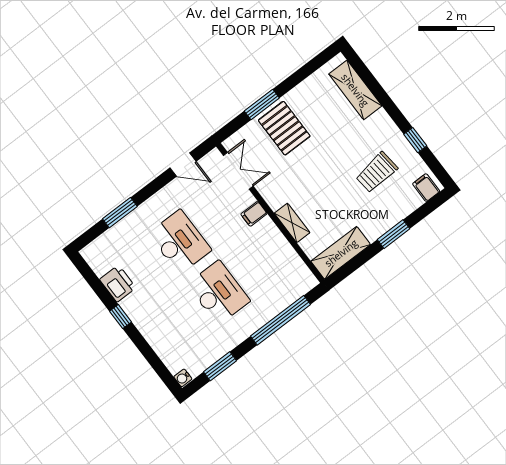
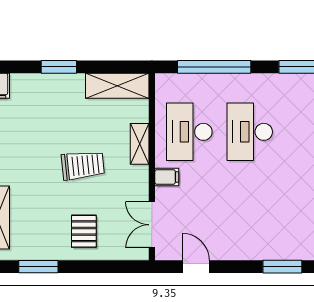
window: (262, 105) -> (38, 267), moved
pallet: (284, 128) -> (84, 231), width x0.67, depth x0.71
trolley: (377, 172) -> (83, 165), moved
desk: (180, 242) -> (189, 132), moved

